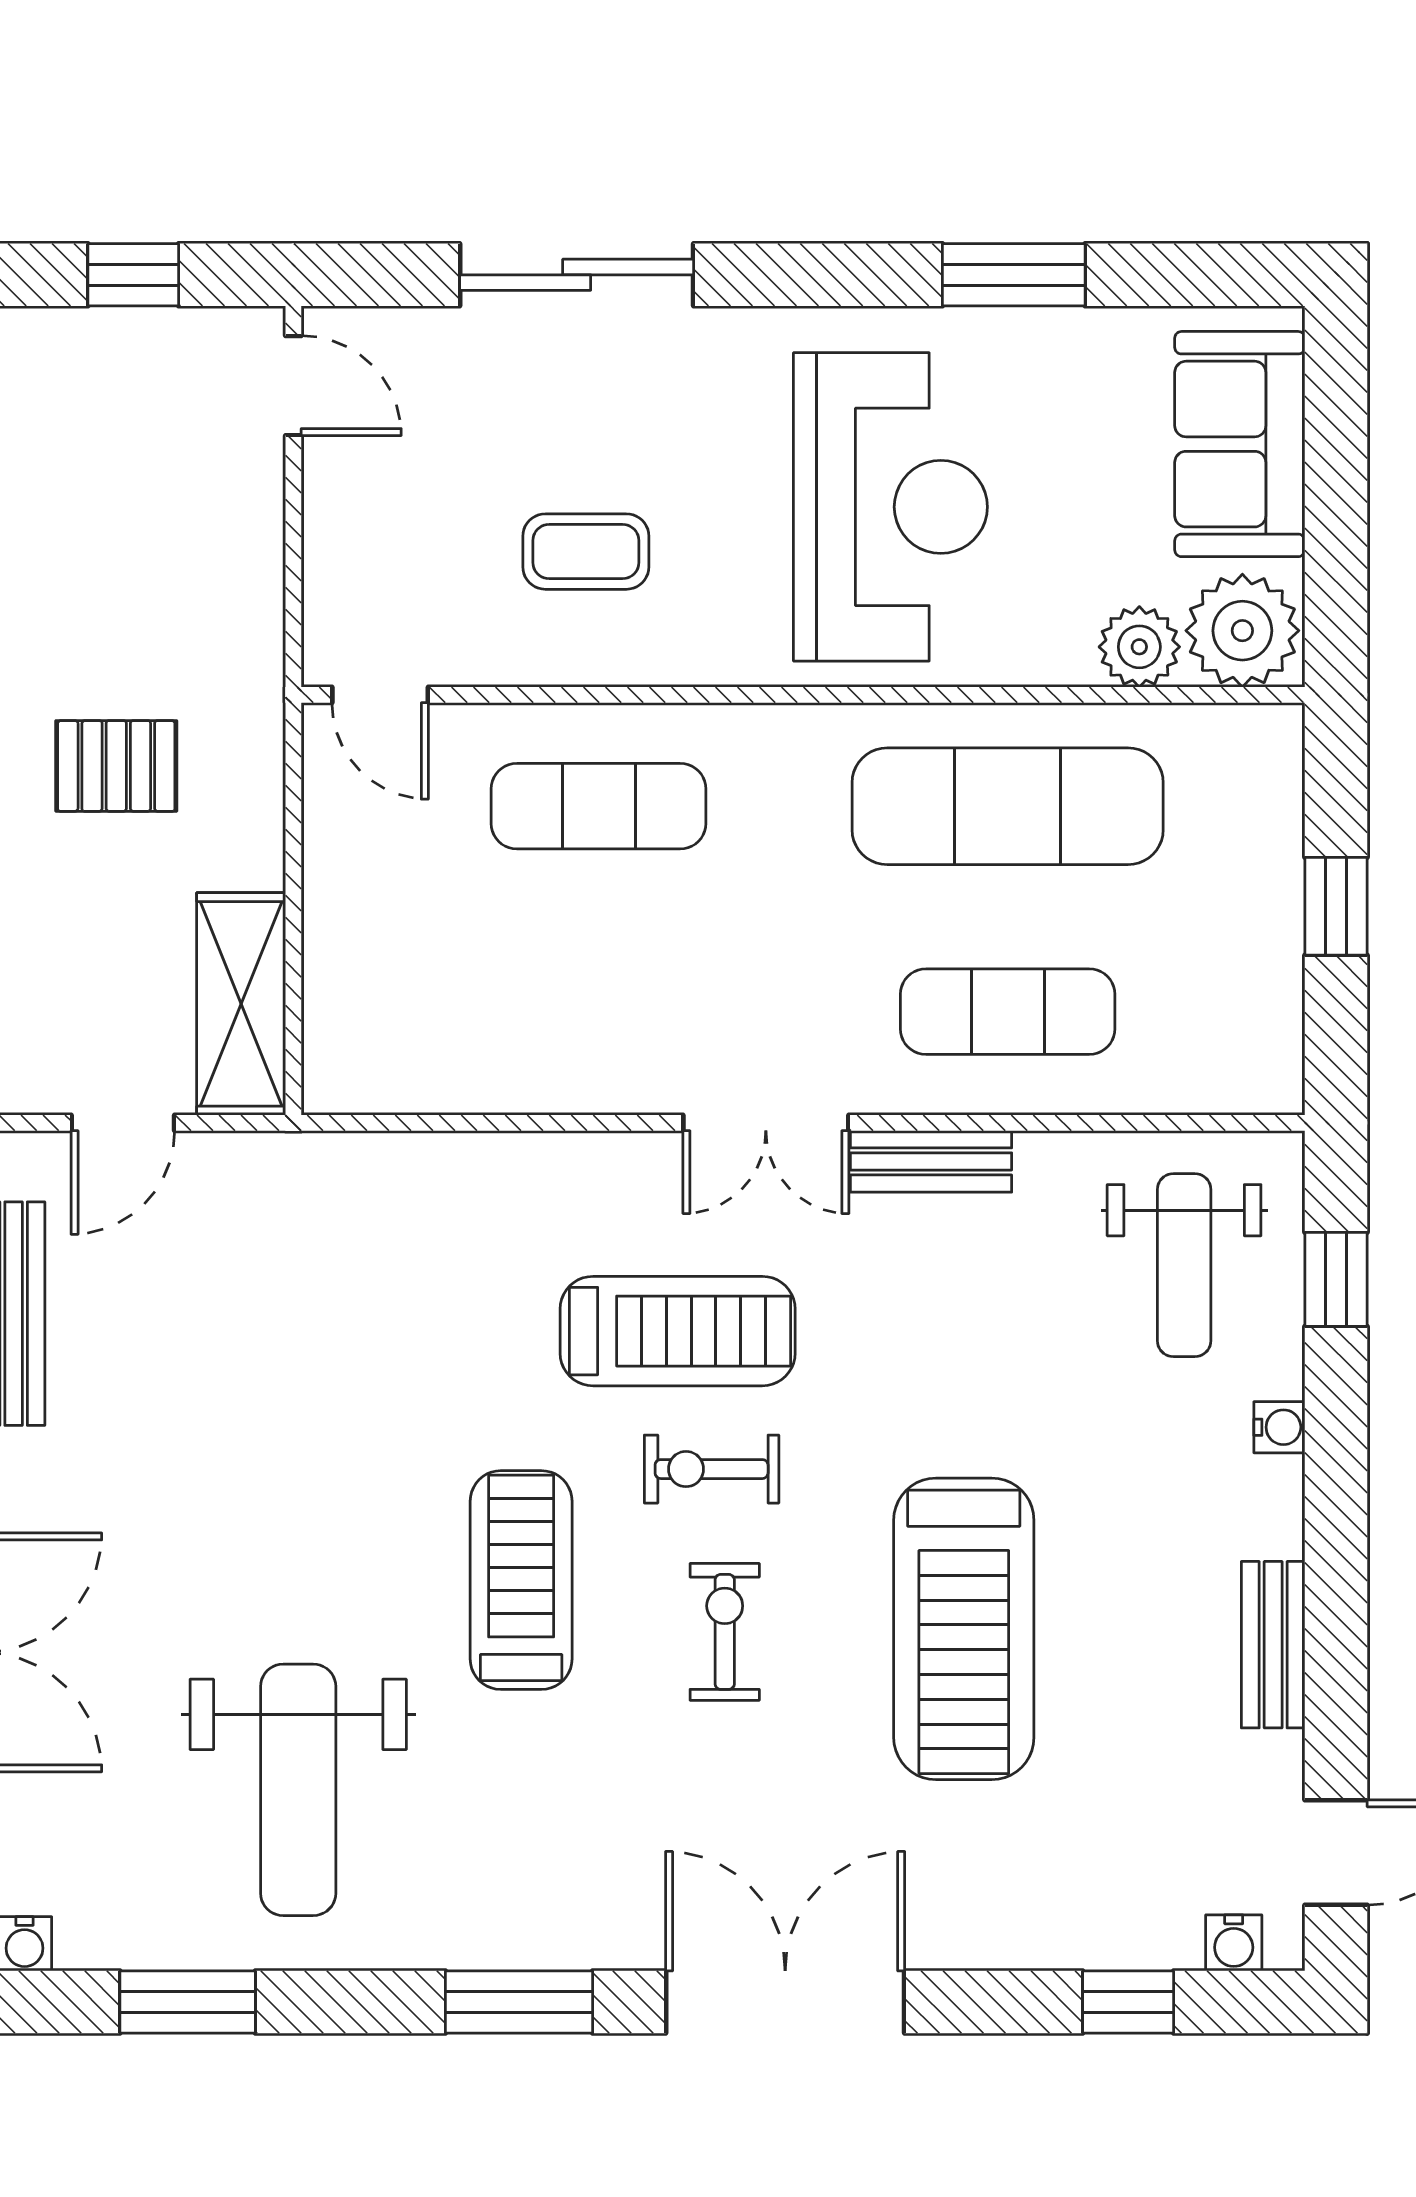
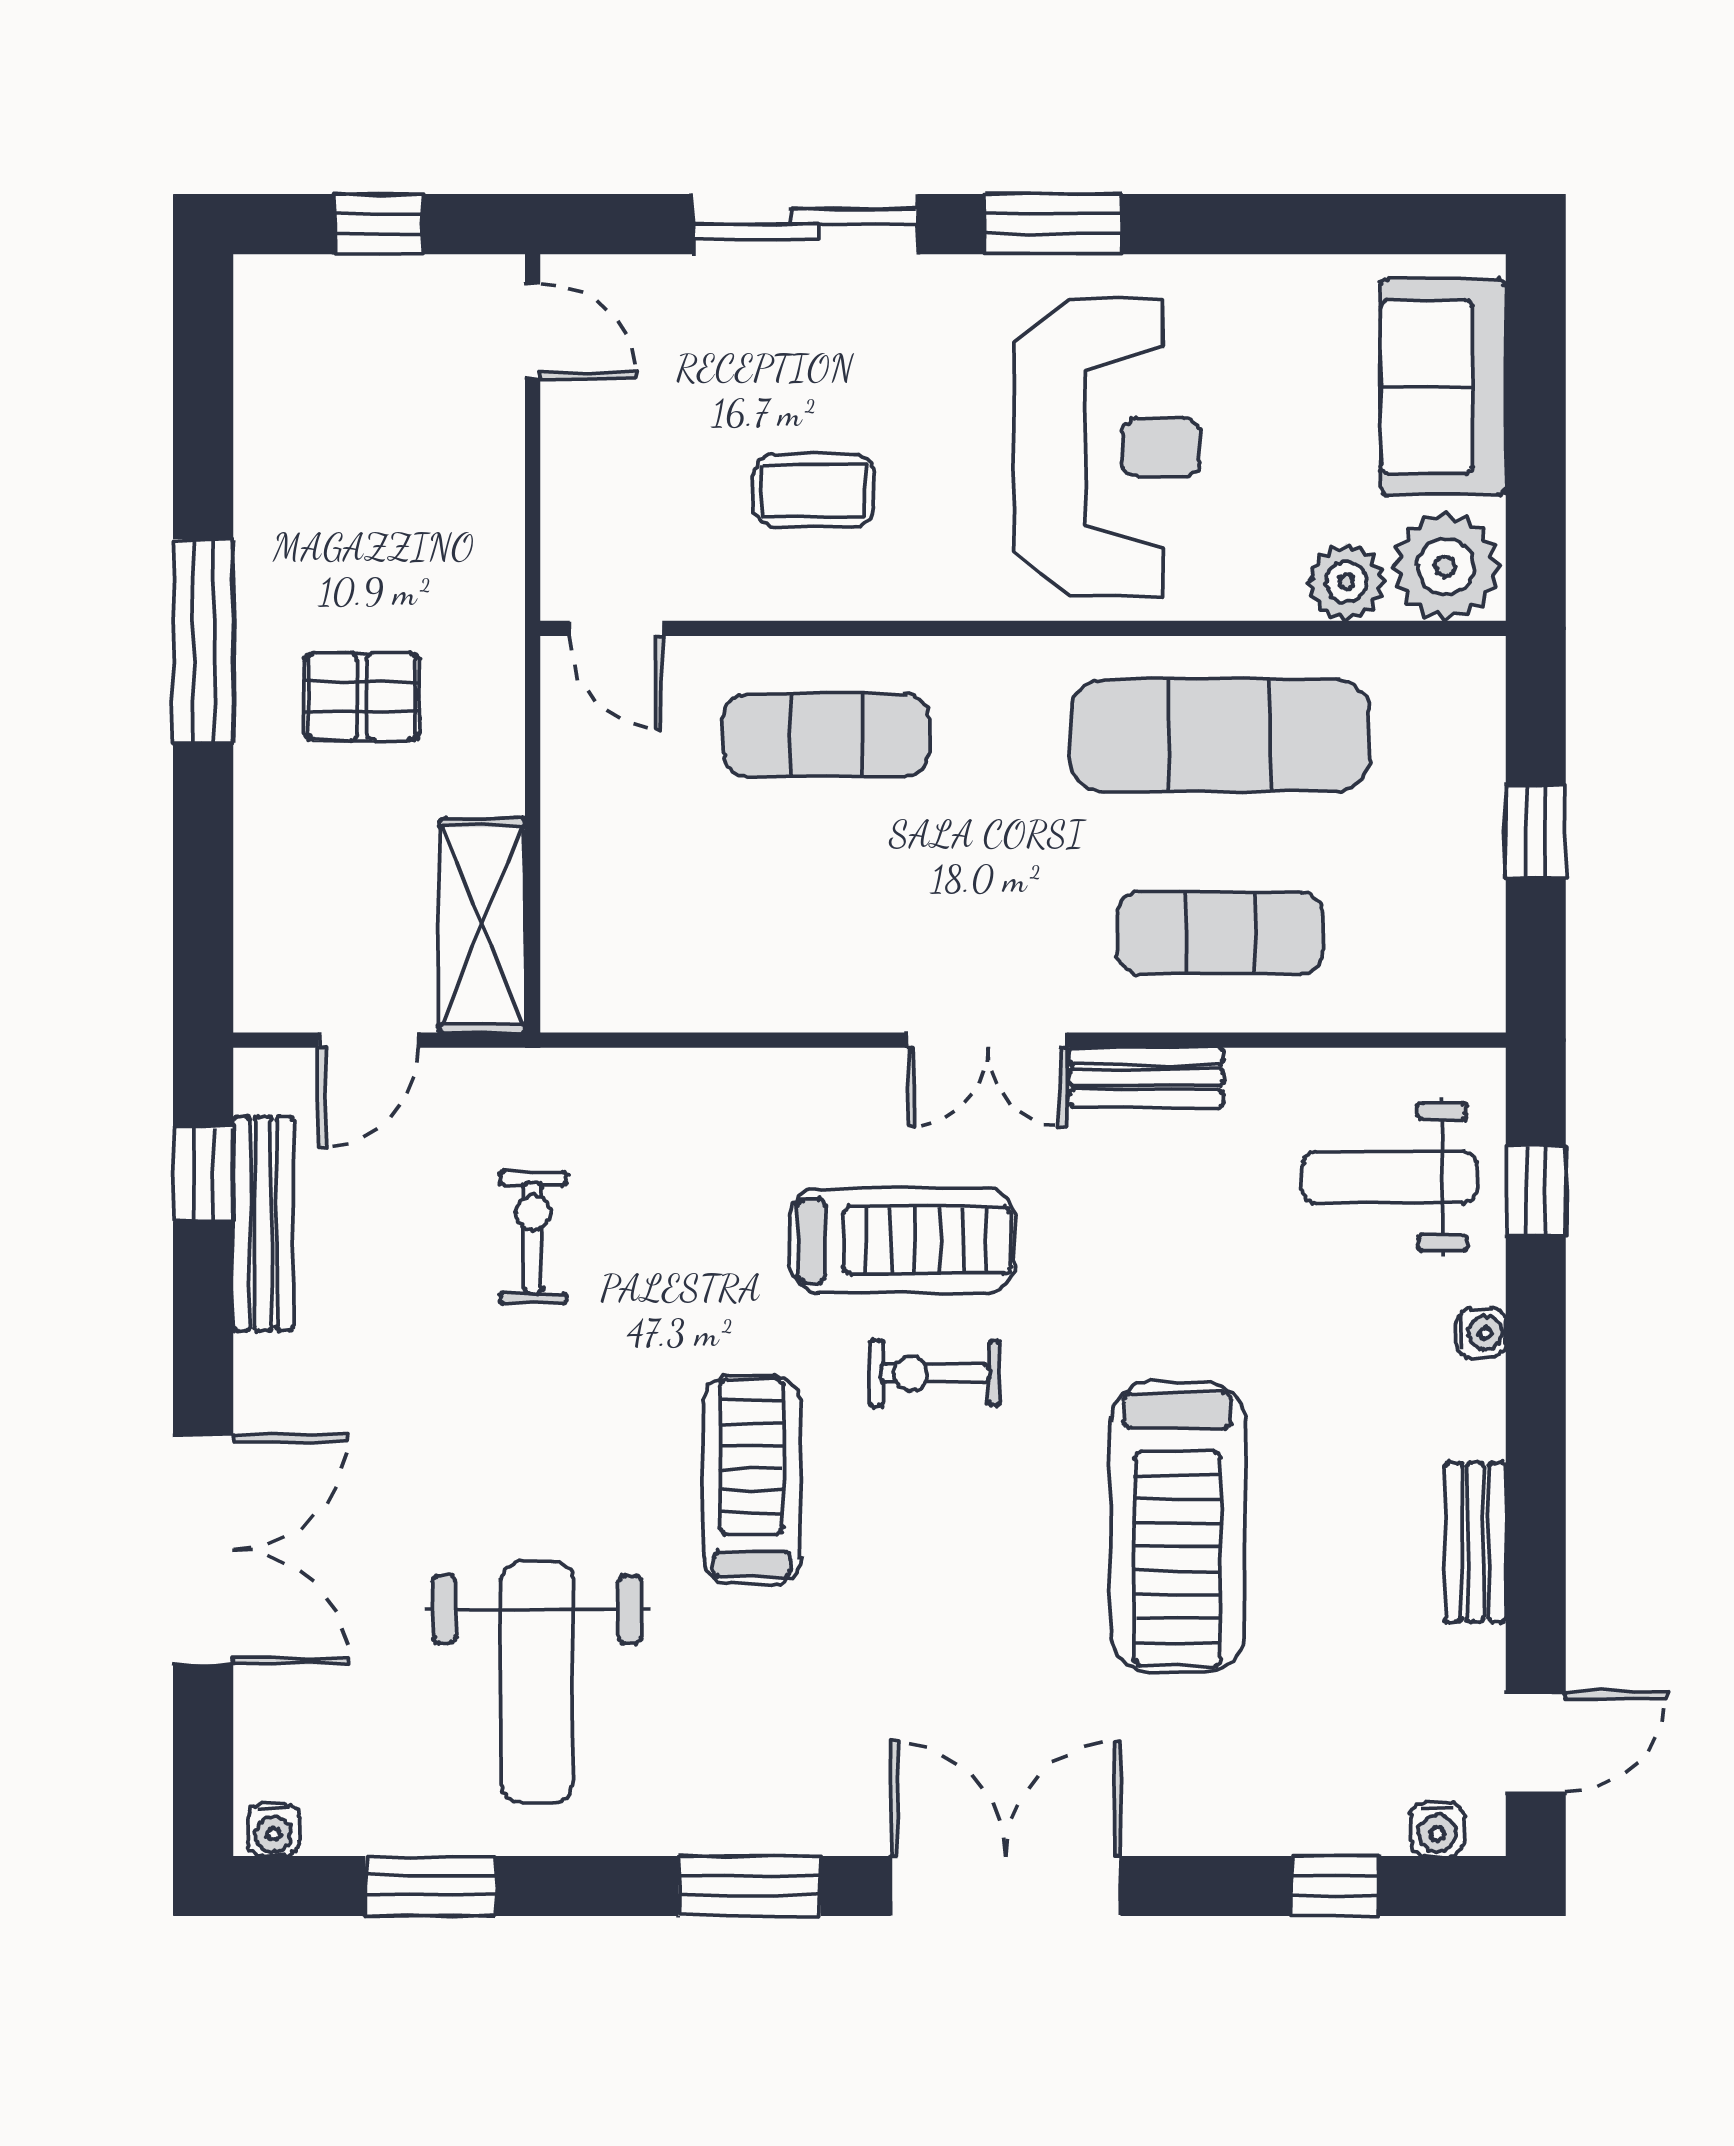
window: (1014, 275) -> (1054, 224), moved
weight bench: (1184, 1265) -> (1390, 1177), turned 90
exercise bike: (725, 1632) -> (533, 1238), moved

